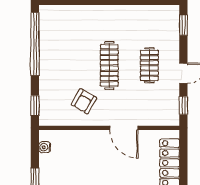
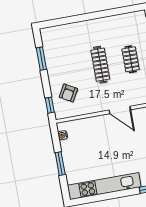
window: (35, 44) -> (41, 59), width x0.47
armchair: (84, 101) -> (68, 93), moved

